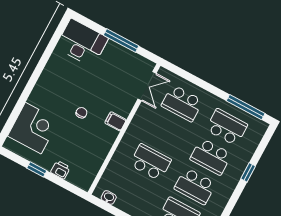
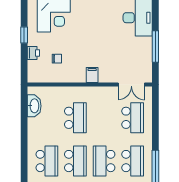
school desk: (182, 103) -> (133, 118), turned 180
chair: (81, 113) -> (57, 59), moved
school desk: (195, 186) -> (75, 161), turned 180
washbasin: (109, 197) -> (34, 106), width x1.91, depth x1.45

